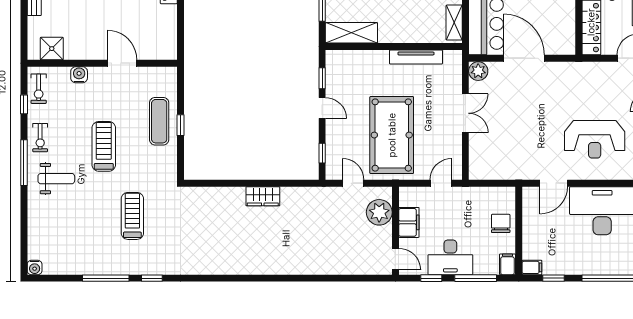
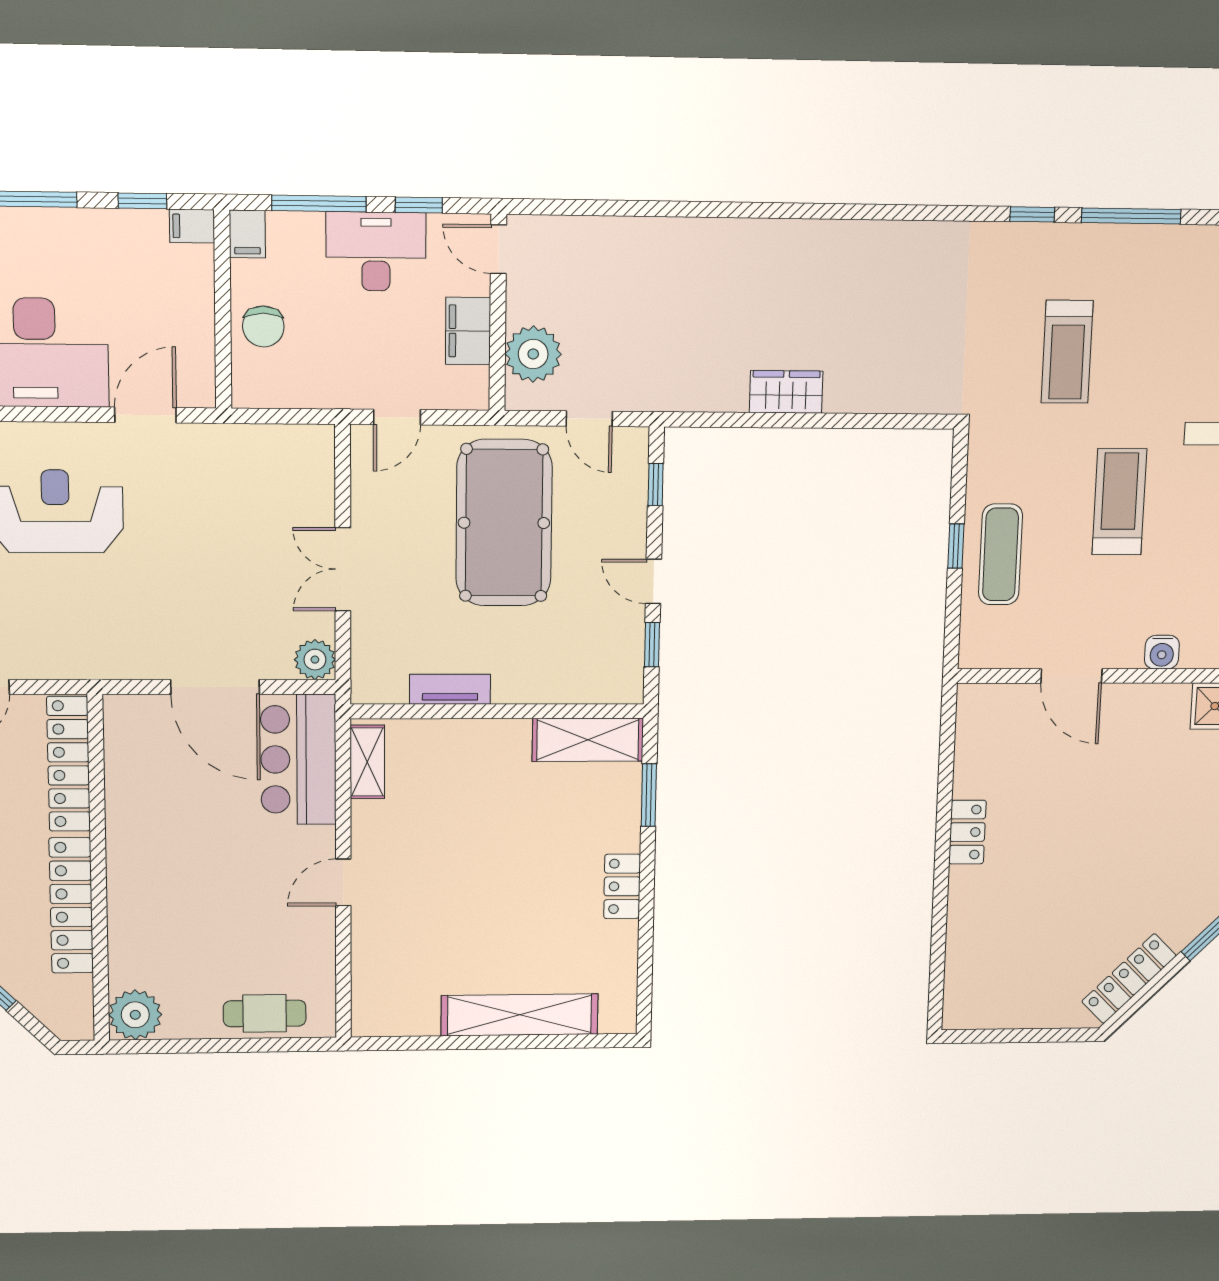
tv unit: (416, 57) -> (450, 689), width x0.71
treadmill: (104, 146) -> (1119, 502), turned 180

